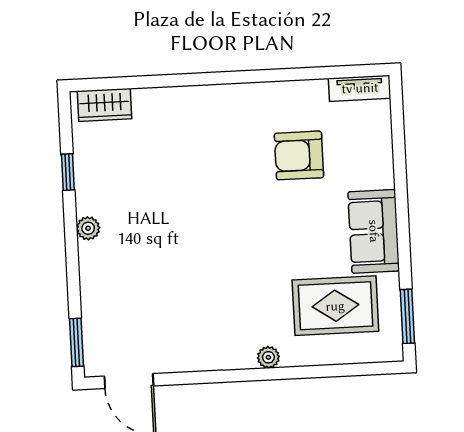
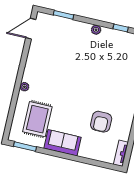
armchair: (299, 155) -> (101, 122), turned 180
window: (76, 342) -> (64, 15), moved

